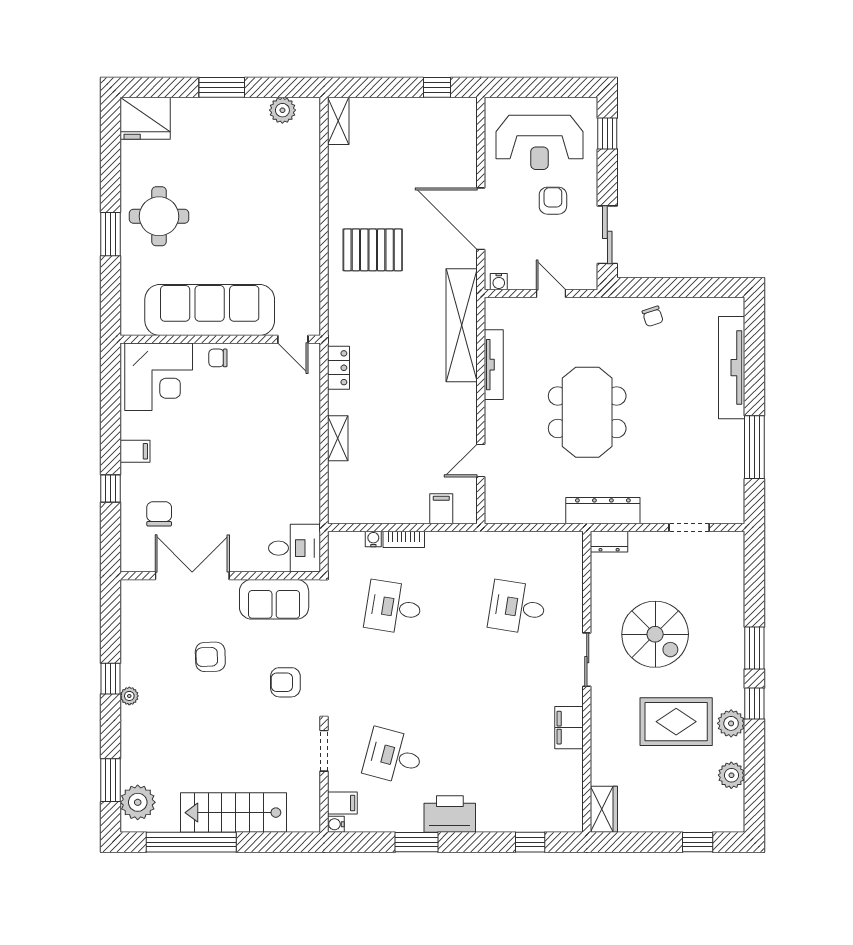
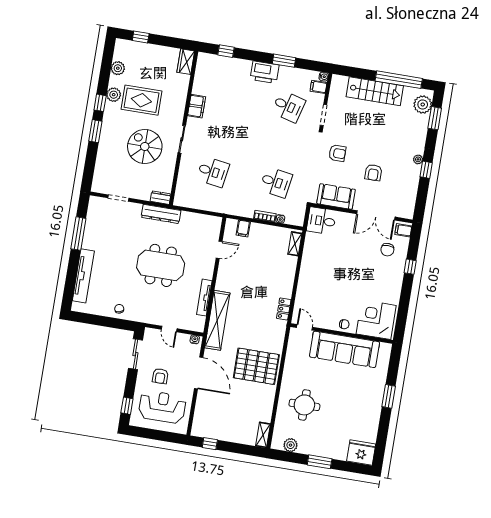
round table: (159, 216) -> (304, 405), moved
pallet: (373, 250) -> (256, 366), width x1.37, depth x1.41
meeting table: (587, 412) -> (161, 265), turned 90
shelving: (338, 438) -> (295, 244), moved
filing cabinet: (135, 451) -> (403, 230), moved
armchair: (210, 657) -> (373, 173), turned 92

